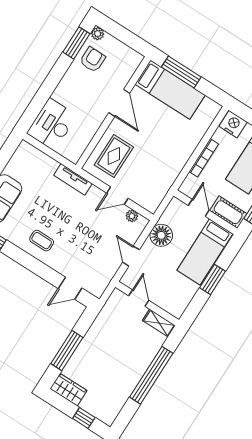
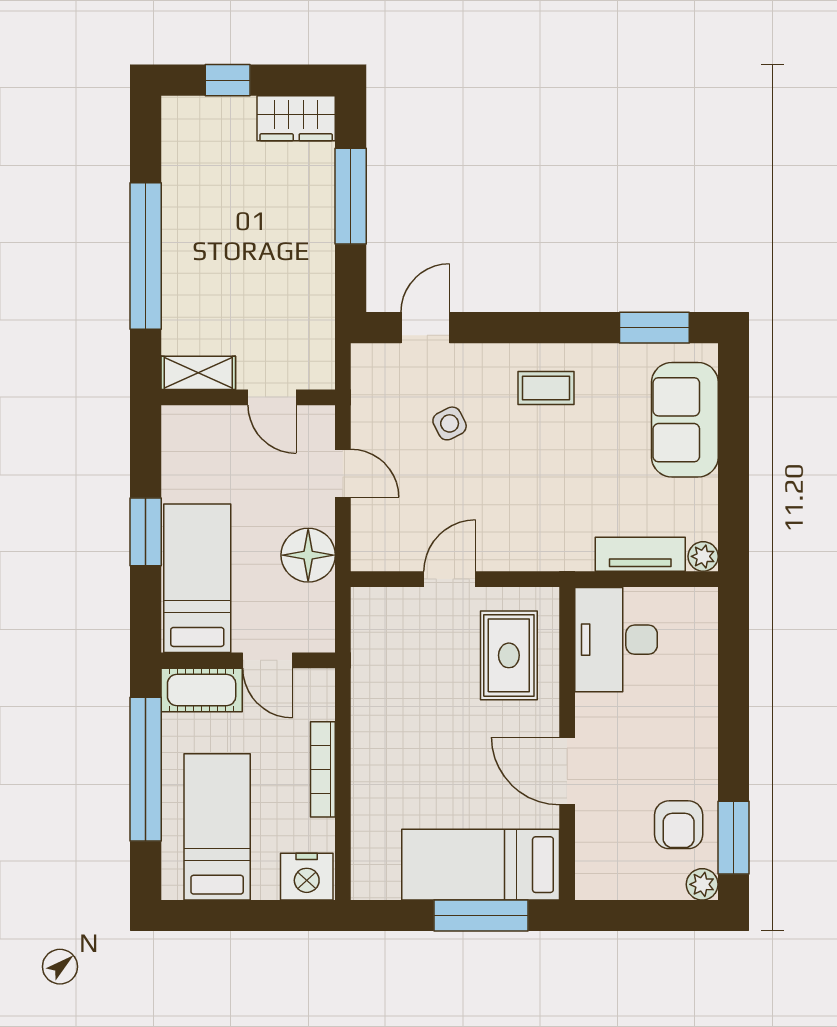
desk: (52, 124) -> (616, 640), moved, turned 180
tv unit: (73, 179) -> (640, 554), moved
plant: (132, 216) -> (703, 556), moved
side table: (83, 250) -> (450, 423), added

